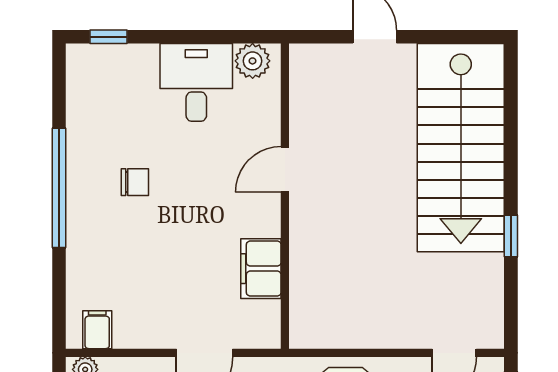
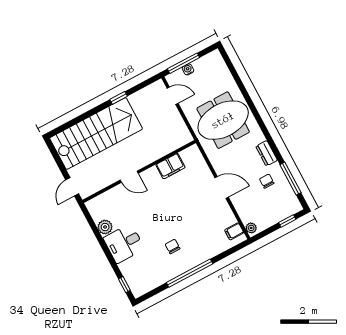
door: (285, 169) -> (129, 177), moved
wall: (285, 196) -> (139, 171), moved
filing cabinet: (261, 269) -> (170, 166), moved

